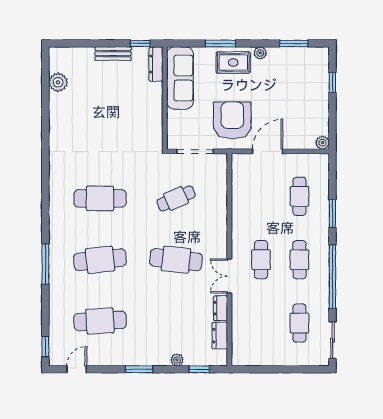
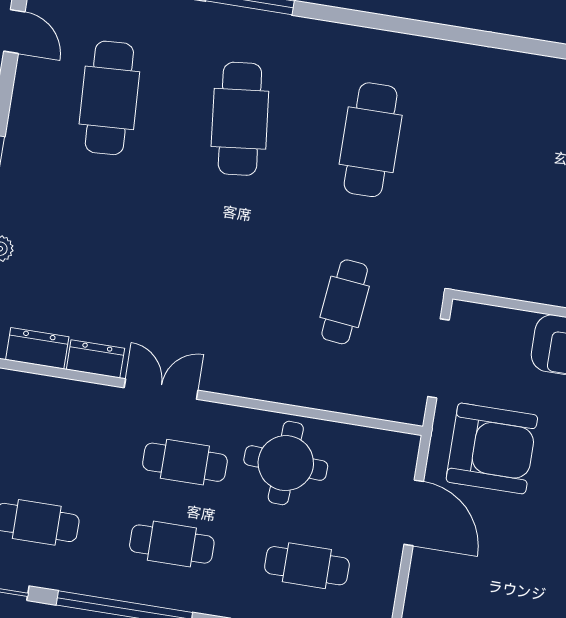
cafe table: (176, 198) -> (345, 302), turned 30
round table: (254, 214) -> (286, 463), added
cafe table: (176, 260) -> (214, 281), removed

